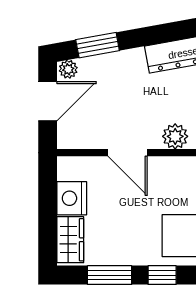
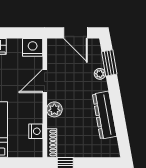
plant: (68, 69) -> (100, 74), moved
nightstand: (72, 198) -> (33, 47), moved

